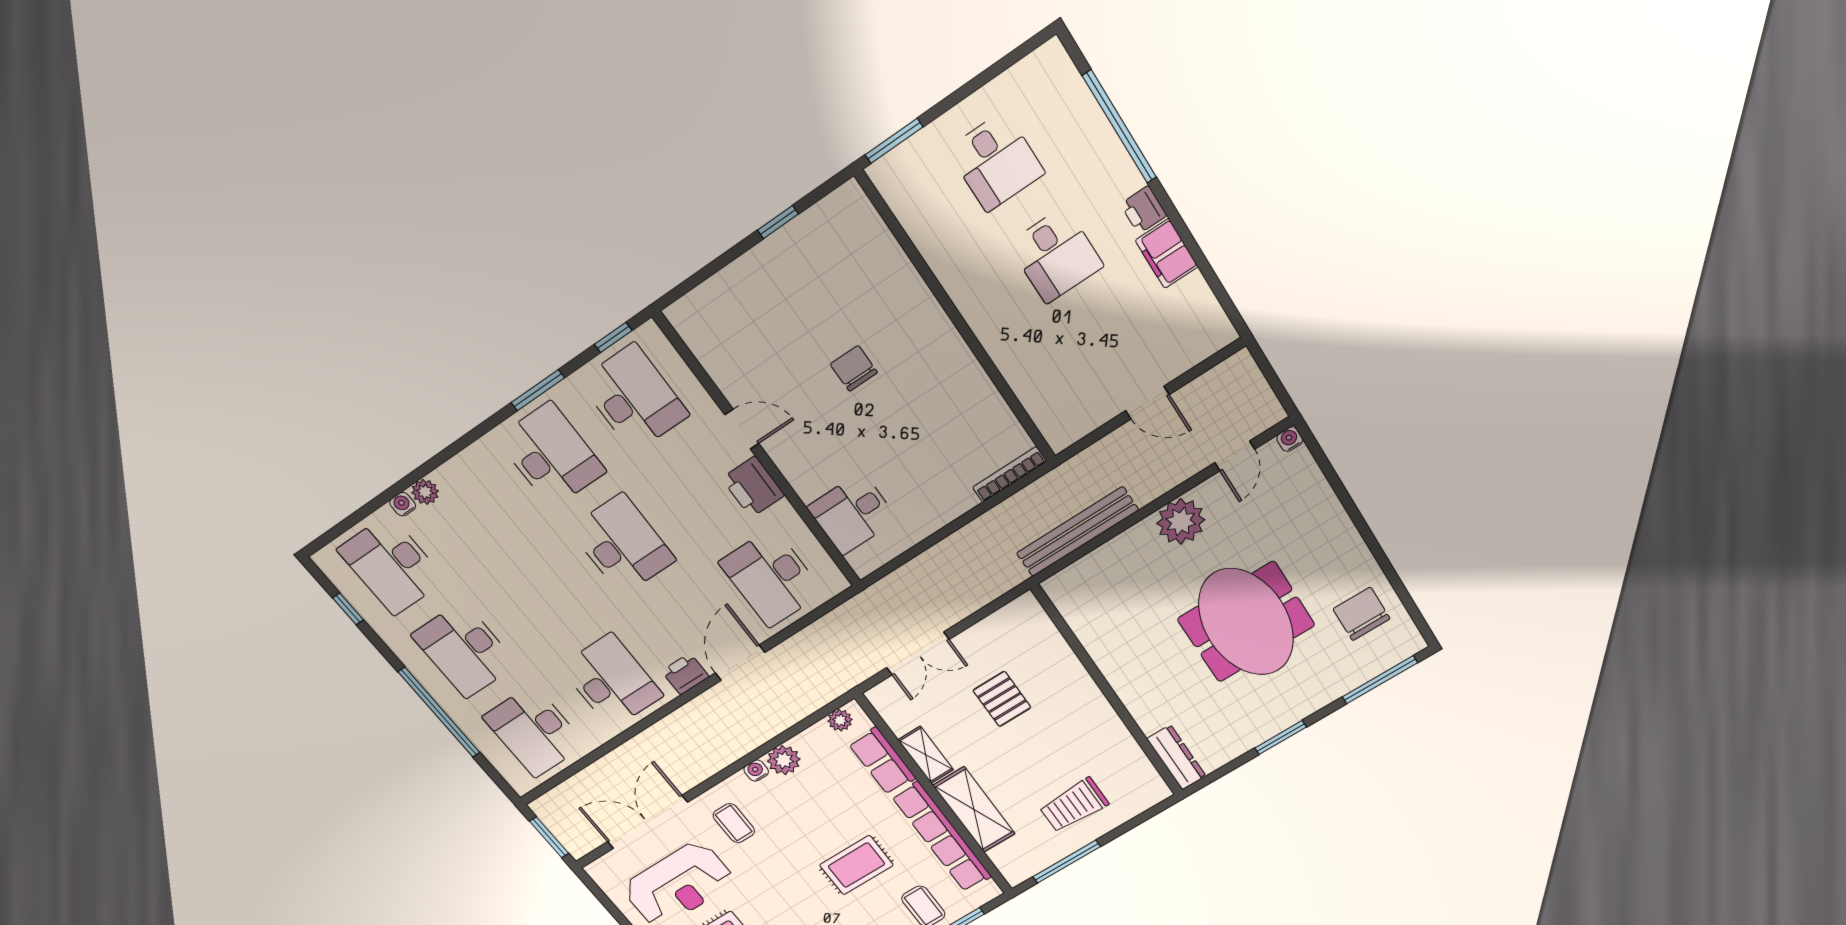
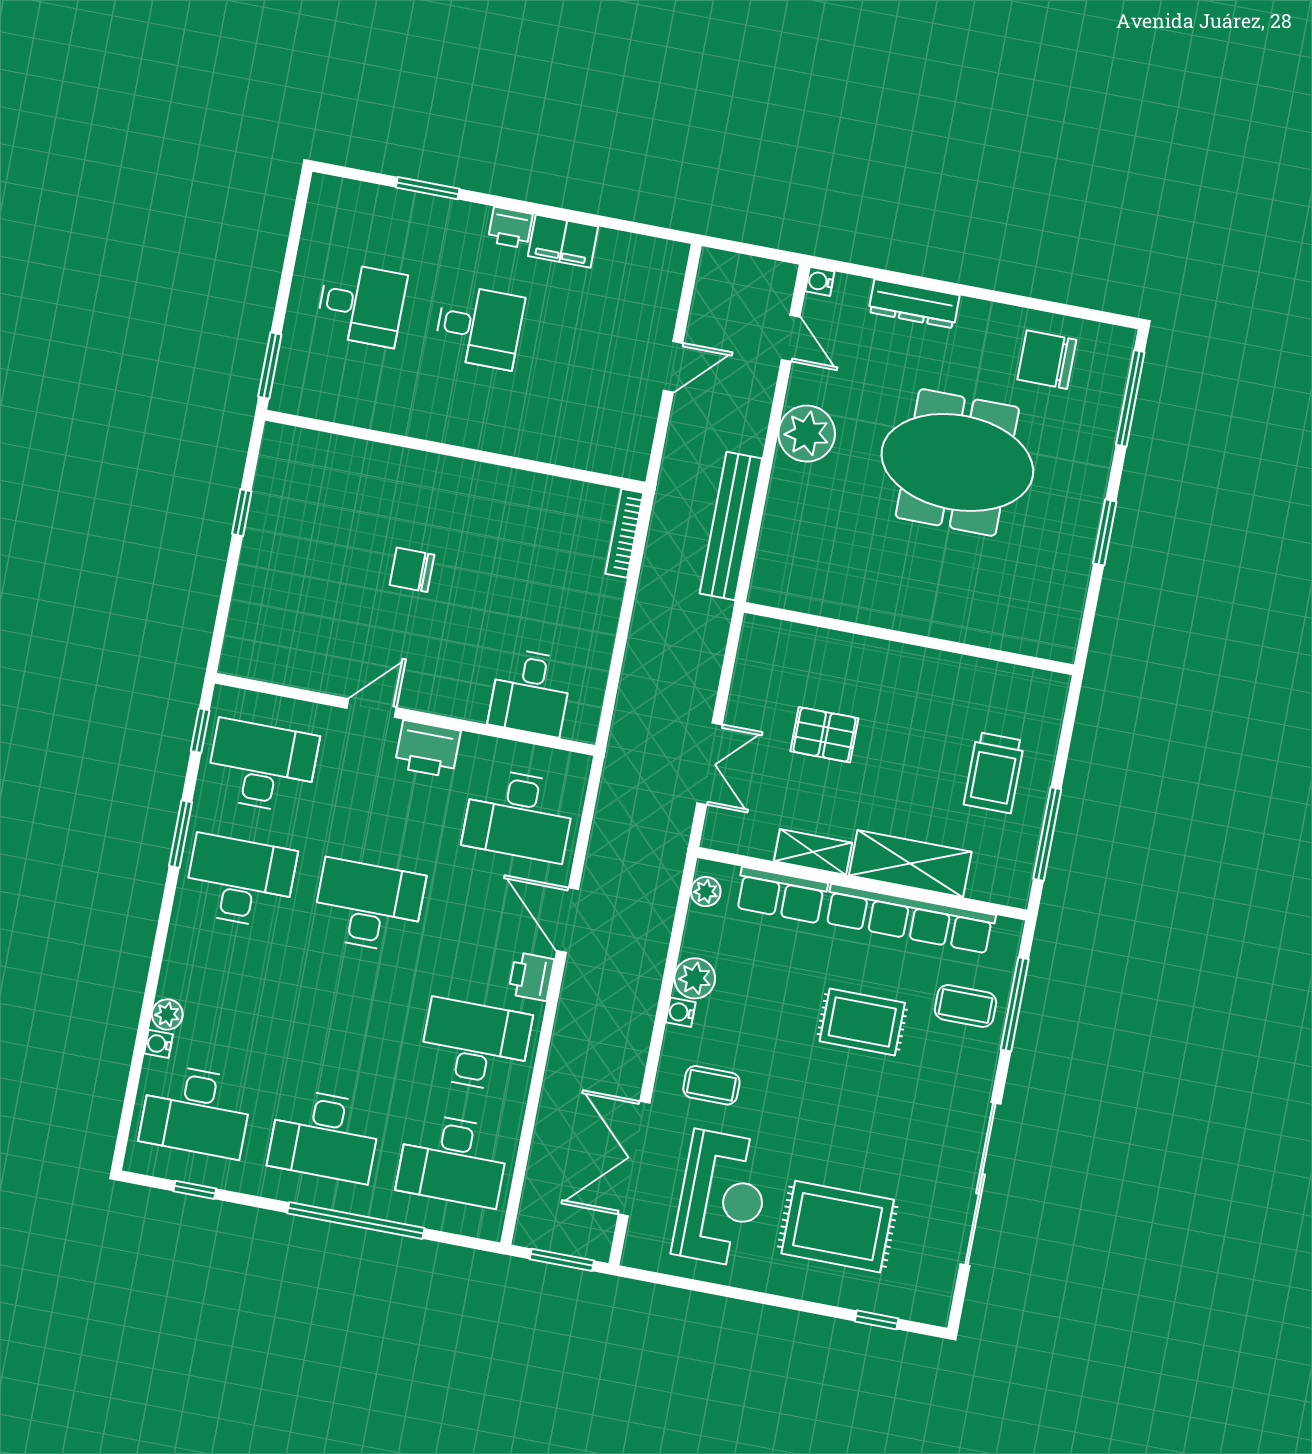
window: (1120, 127) -> (428, 188), width x0.47
dresser: (1176, 757) -> (914, 304), moved, turned 180
rug: (856, 865) -> (862, 1022), turned 90

